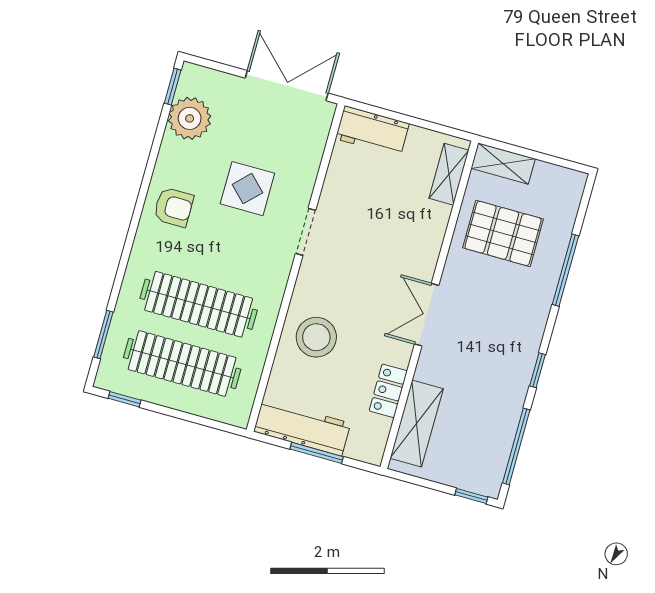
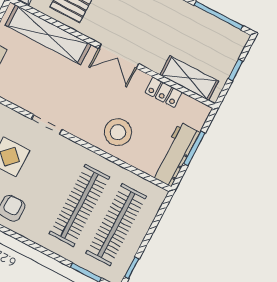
shelving: (449, 174) -> (48, 35), width x2.20, depth x1.33
window: (471, 496) -> (235, 70), moved

